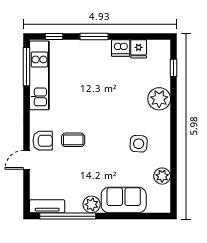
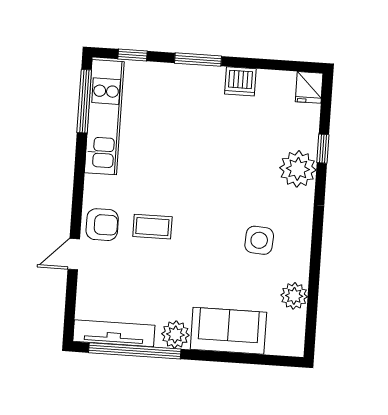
fridge: (139, 49) -> (309, 87), moved
window: (173, 68) -> (323, 149), moved
tv unit: (47, 206) -> (114, 333), width x1.41

